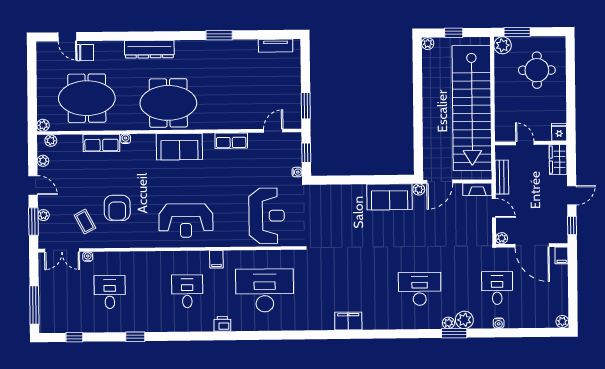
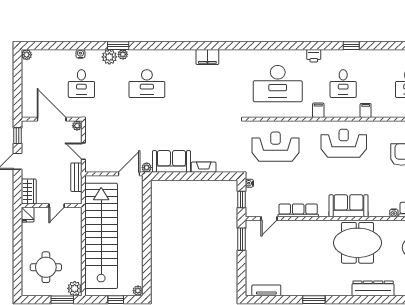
row of seats: (231, 141) -> (298, 210), width x1.48
door: (525, 143) -> (57, 206), hinge flipped
fireplace: (477, 189) -> (204, 167), moved
reception desk: (267, 216) -> (275, 147), turned 90
filing cabinet: (561, 255) -> (366, 111), moved
window: (135, 337) -> (351, 46), moved

